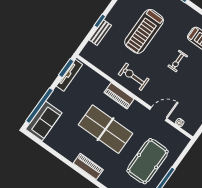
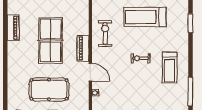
piano: (119, 96) -> (83, 48), moved
piano: (88, 166) -> (13, 28), moved

